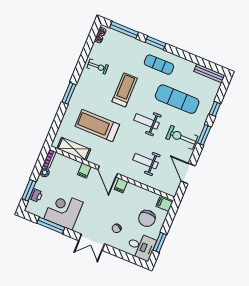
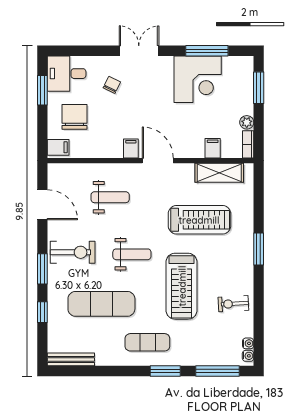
treadmill: (125, 90) -> (182, 286), width x1.37, depth x1.38
filing cabinet: (84, 171) -> (213, 148), moved
printer: (36, 195) -> (246, 85), removed

